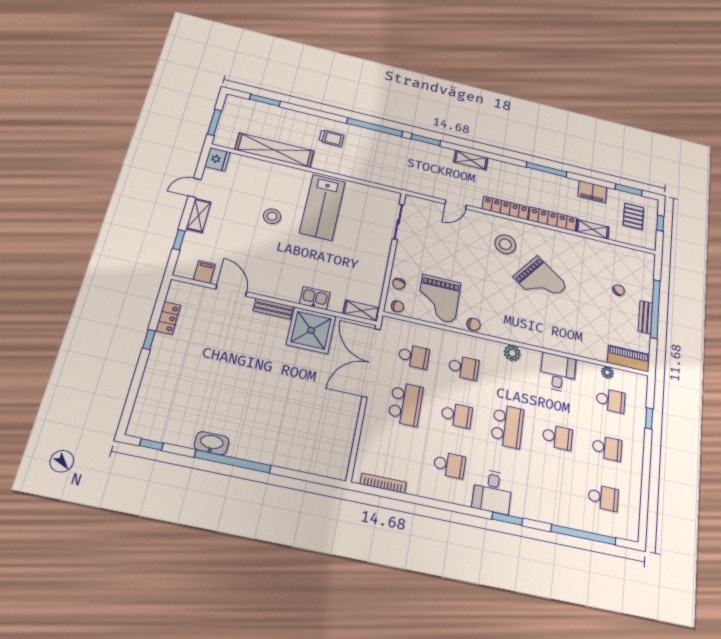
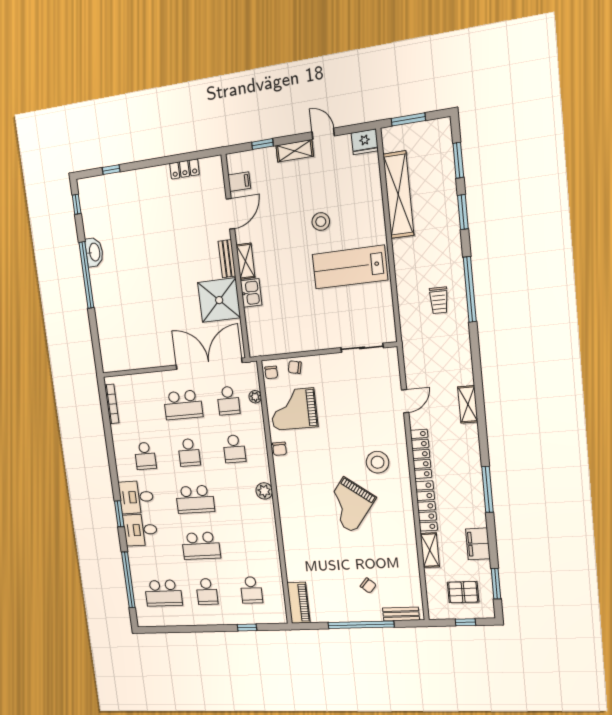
trolley: (331, 138) -> (439, 300), moved
window: (426, 140) -> (463, 212), moved
door: (456, 204) -> (405, 401), swing flipped
shelving: (361, 311) -> (245, 261), moved
bench: (645, 317) -> (401, 614), moved
window: (149, 339) -> (111, 170), moved
plant: (607, 372) -> (255, 397), moved
desk: (558, 373) -> (140, 530), moved, turned 180
school desk: (557, 437) -> (201, 546), width x1.85
school desk: (603, 498) -> (163, 593), width x1.85

